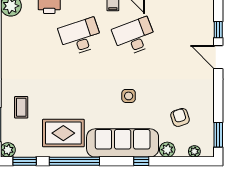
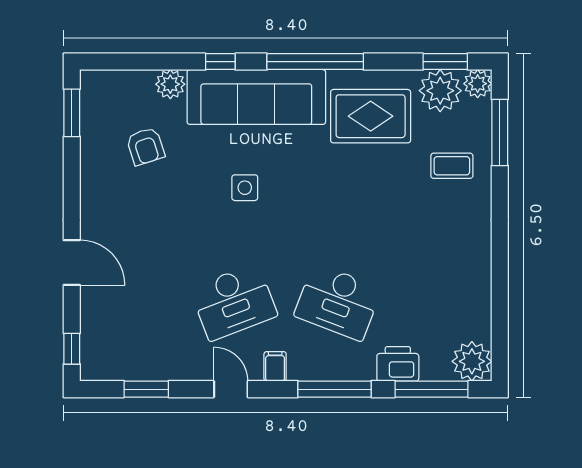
window: (218, 30) -> (72, 349), moved
desk: (80, 37) -> (338, 302), turned 39
coffee table: (21, 107) -> (452, 166), turned 90
plant: (194, 151) -> (440, 91), moved, width x1.87, depth x1.87
window: (74, 161) -> (315, 62), moved

